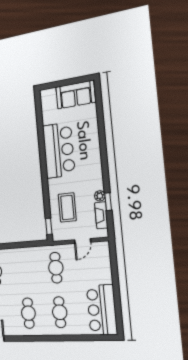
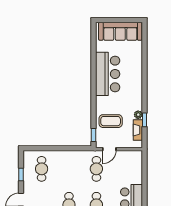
sofa: (76, 95) -> (120, 31), width x1.36
coffee table: (67, 207) -> (111, 121), turned 90
door: (83, 241) -> (109, 149), moved

